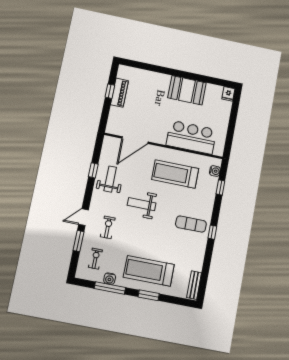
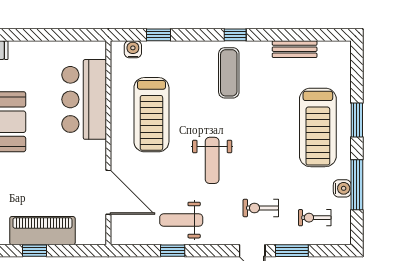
piano: (119, 93) -> (42, 231), width x1.37, depth x1.33
bench: (194, 285) -> (295, 49), moved

